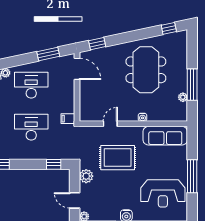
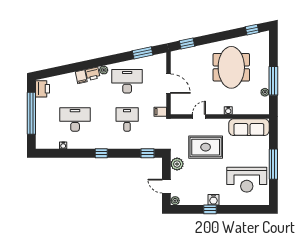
door: (77, 69) -> (169, 84), moved
desk: (31, 127) -> (127, 119), width x0.73

